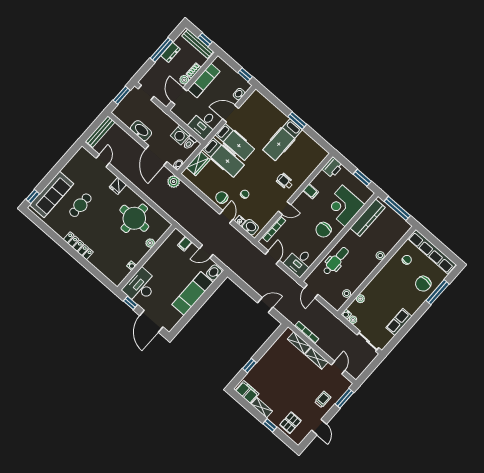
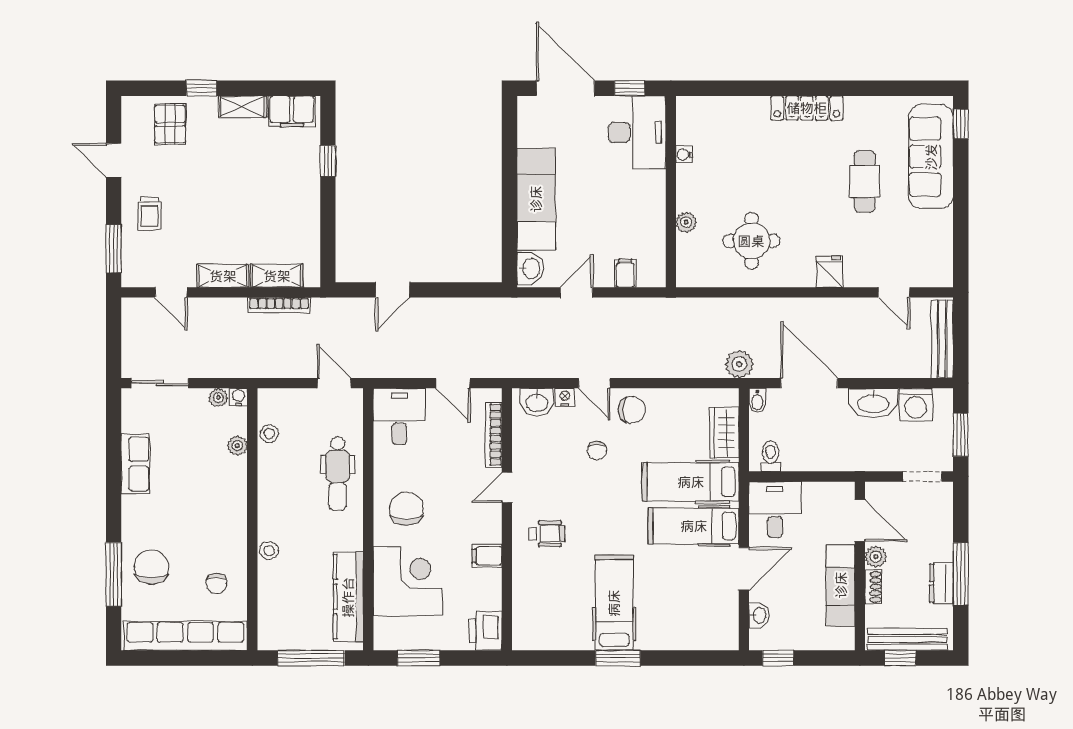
washing machine: (180, 135) -> (916, 405), moved, turned 180
round table: (134, 218) -> (751, 241), width x0.73, depth x0.73

